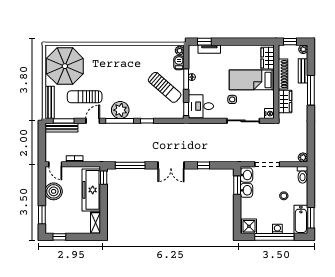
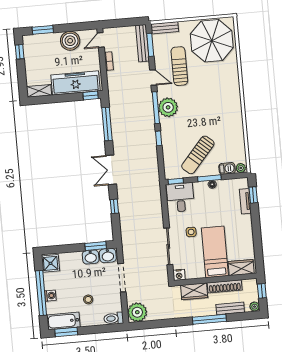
bench: (50, 102) -> (165, 28), width x0.73
plant: (303, 157) -> (137, 312), width x1.88, depth x1.88

